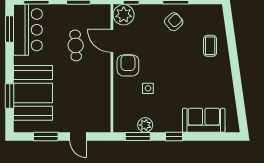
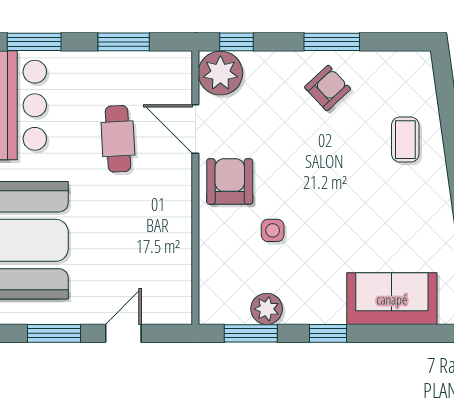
door: (78, 136) -> (123, 333), swing flipped

